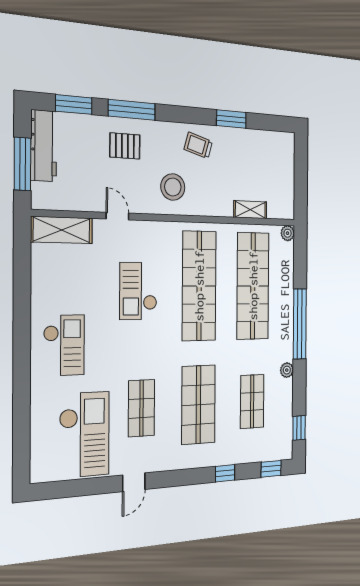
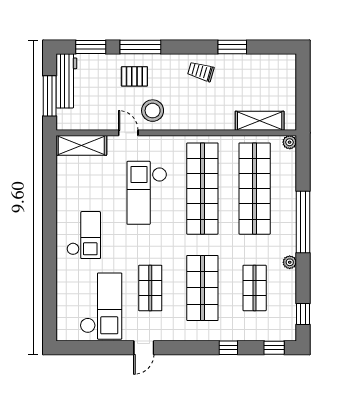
stool: (173, 187) -> (153, 111), moved
shelving: (250, 210) -> (260, 121), width x1.50, depth x1.33
checkout: (138, 291) -> (147, 193), width x1.36, depth x1.21

